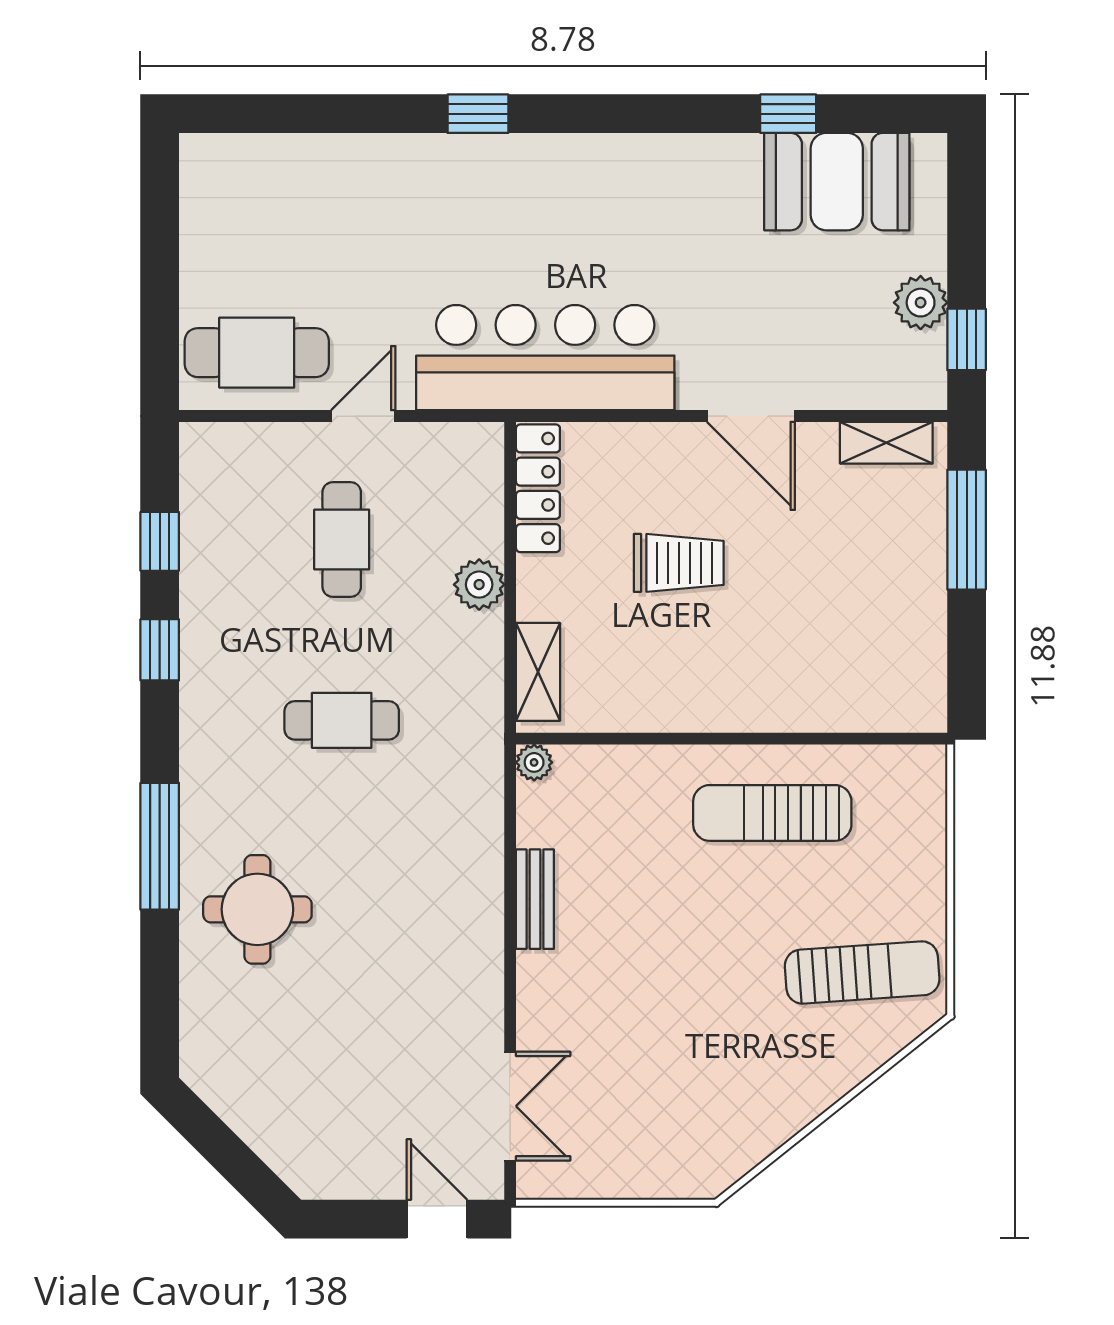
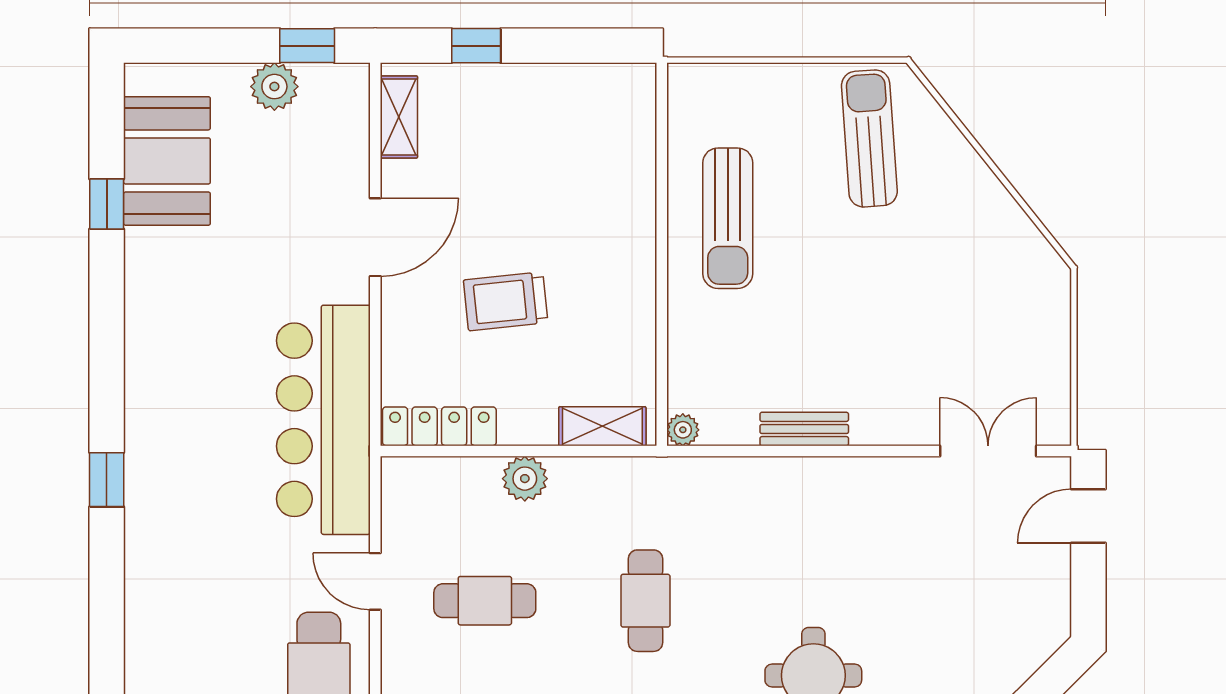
window: (967, 530) -> (476, 46), width x0.46
trolley: (679, 563) -> (506, 301), turned -96

